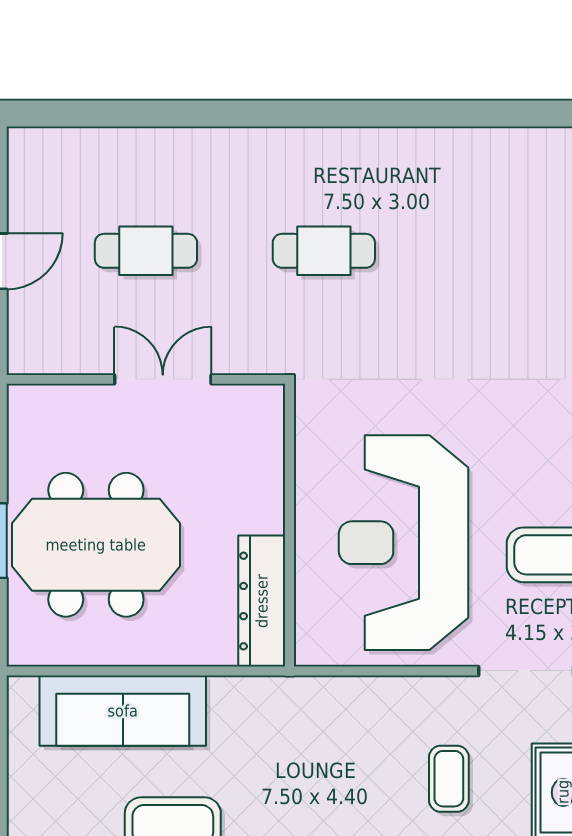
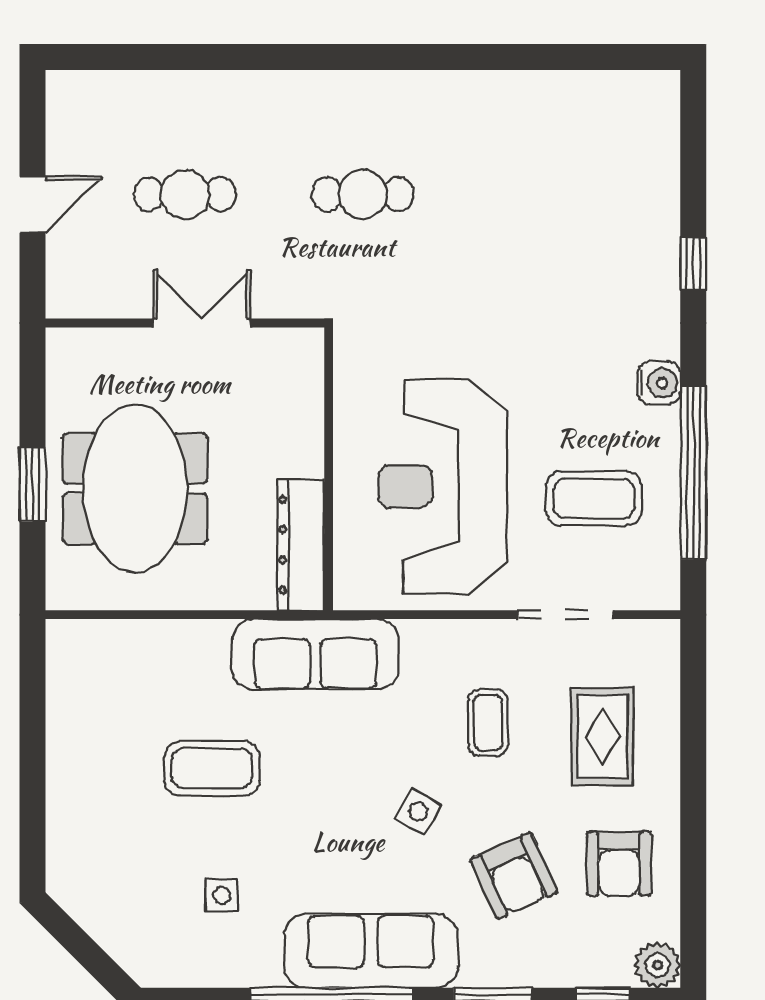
meeting table: (96, 545) -> (135, 488), turned 90
sofa: (123, 711) -> (315, 654), moved

